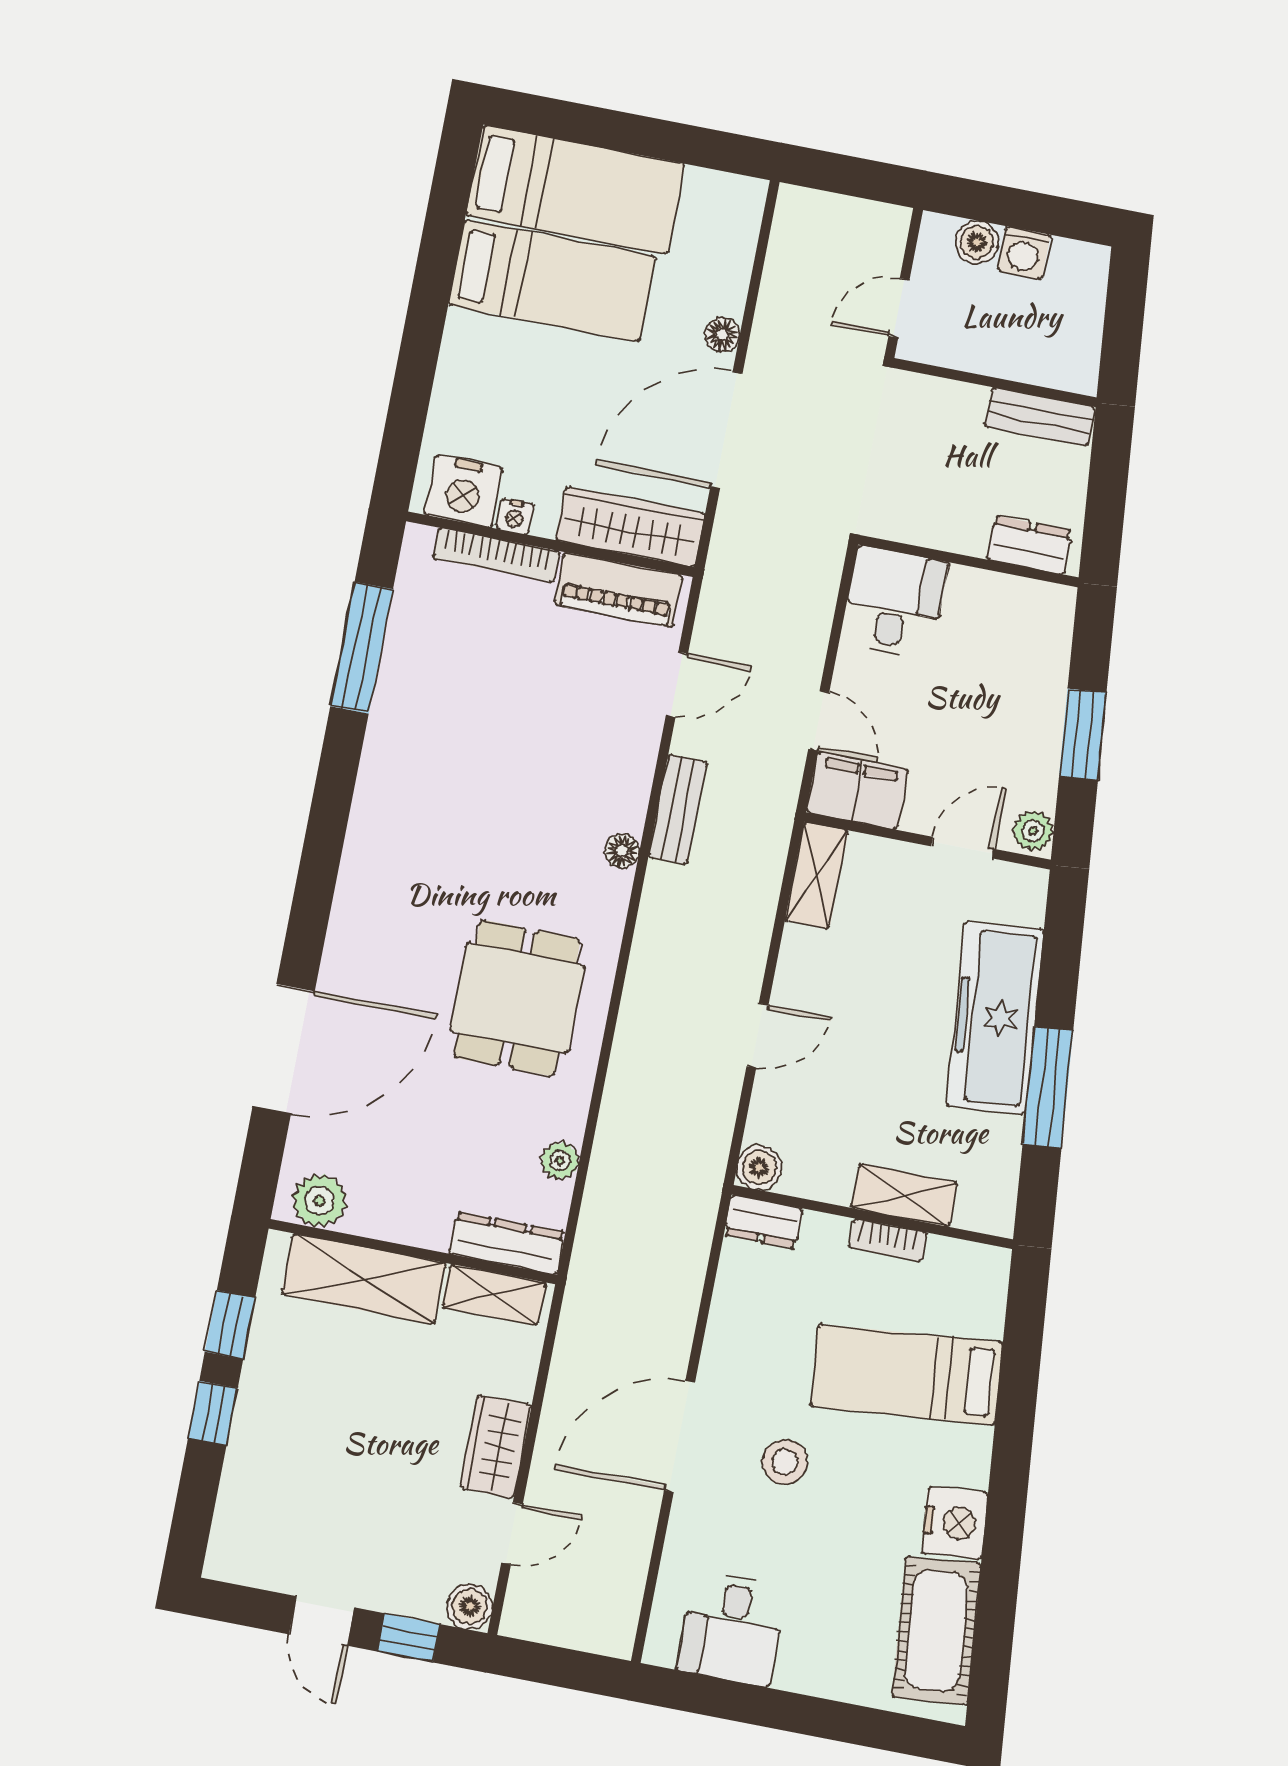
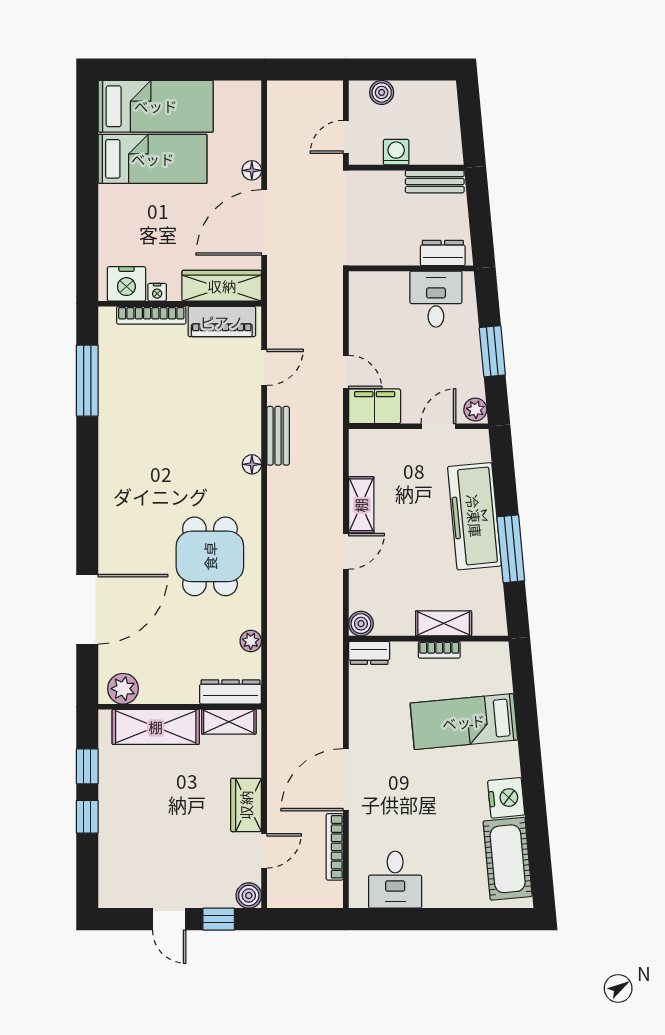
washing machine: (1024, 253) -> (396, 152), moved, turned 180
desk: (894, 603) -> (436, 299), moved
shelving: (817, 875) -> (361, 505), moved
stool: (785, 1462) -> (406, 782), removed
bookcase: (637, 1550) -> (335, 847), added

